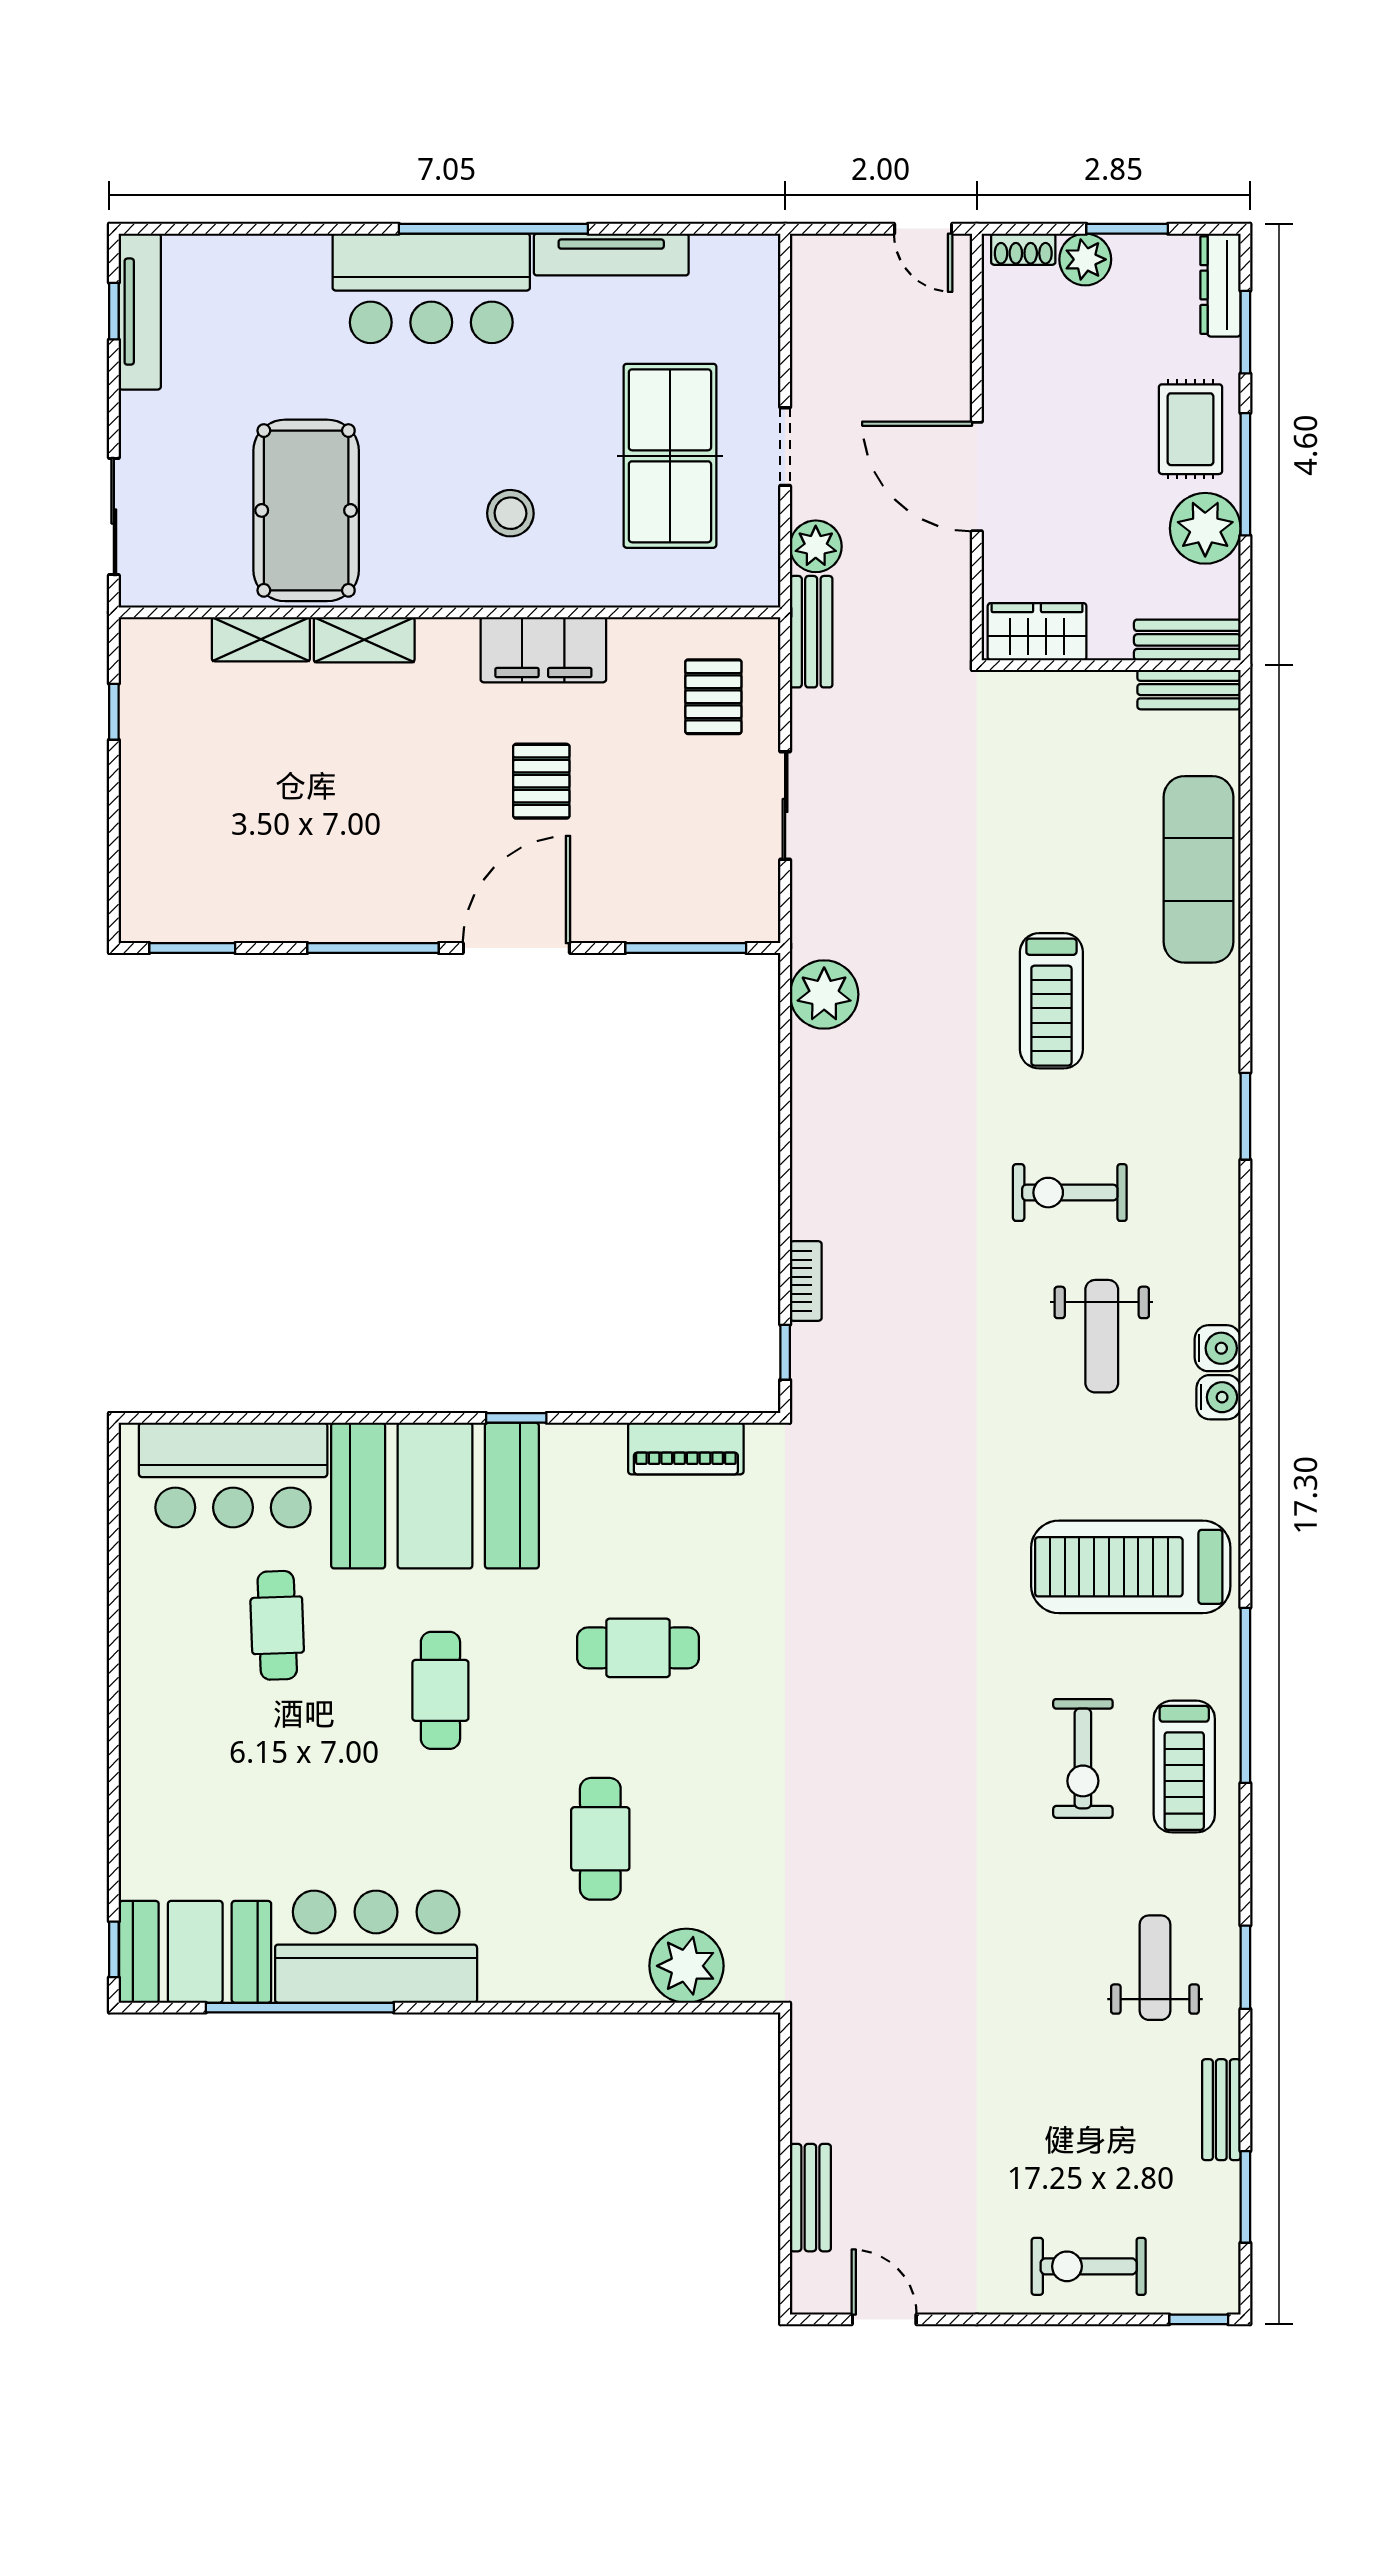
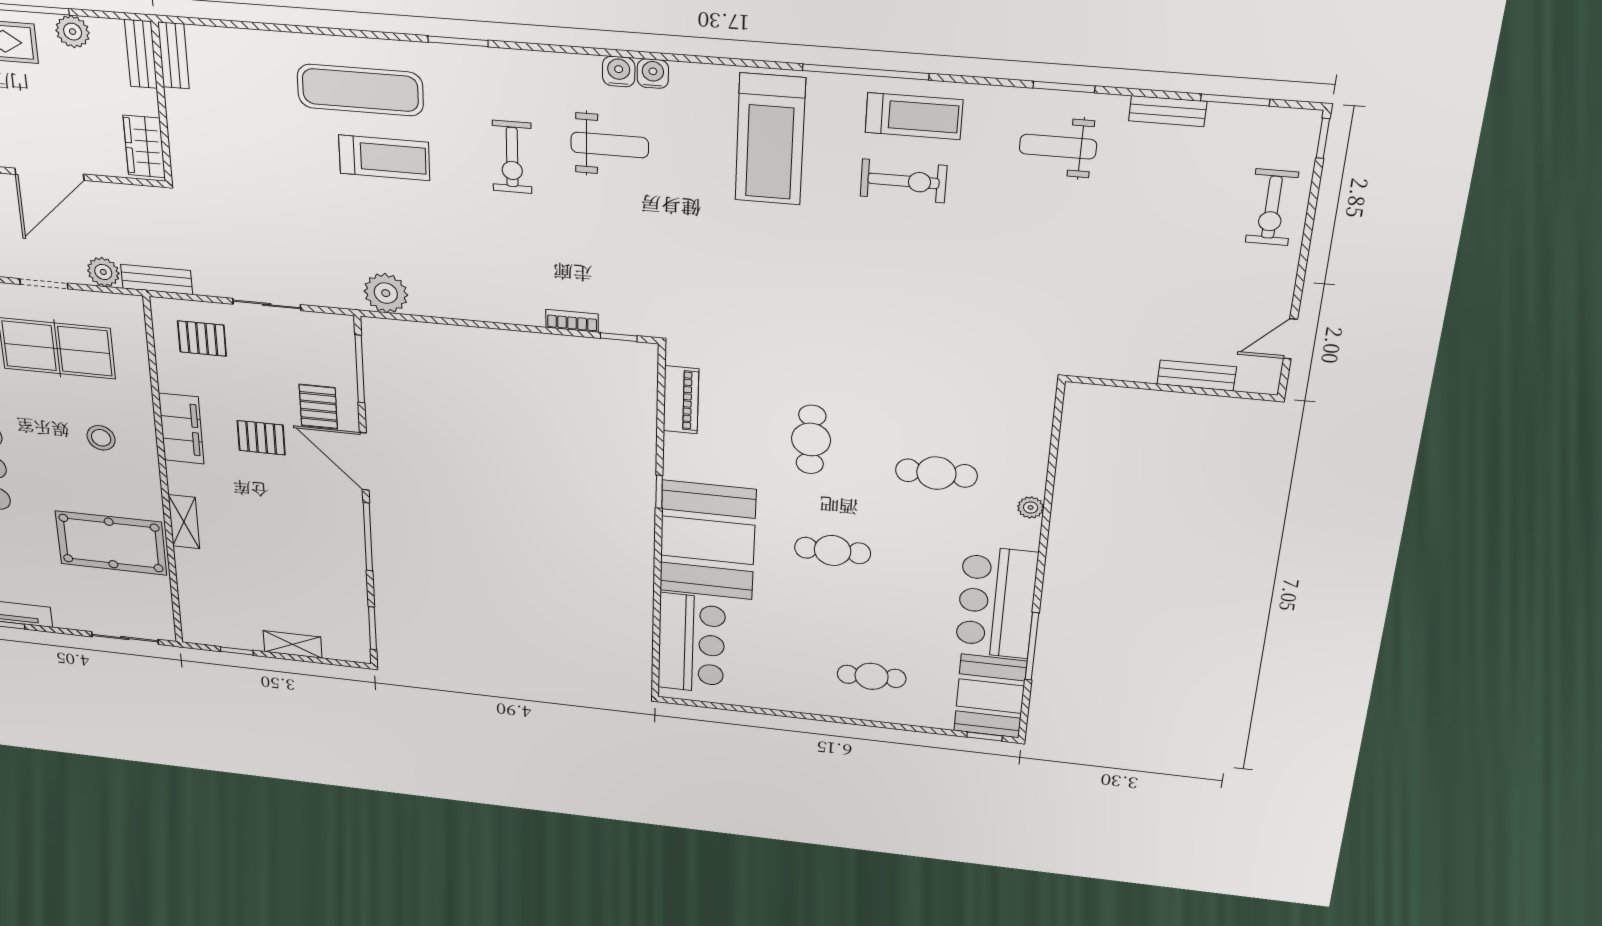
plant: (1205, 528) -> (73, 32), width x0.73, depth x0.73
shelving: (261, 639) -> (293, 644), moved, turned 90
exercise mat: (1198, 869) -> (360, 90), moved
pallet: (610, 878) -> (318, 407), added
cafe table: (277, 1625) -> (872, 676), moved
plant: (686, 1966) -> (1031, 508), moved, width x0.53, depth x0.53
window: (300, 2008) -> (1032, 646), width x0.68

